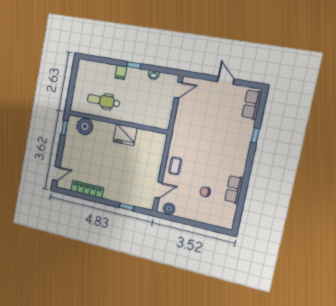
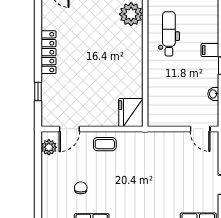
fridge: (125, 135) -> (131, 113), moved
locker: (87, 189) -> (48, 52), moved
door: (158, 190) -> (69, 129), hinge flipped

